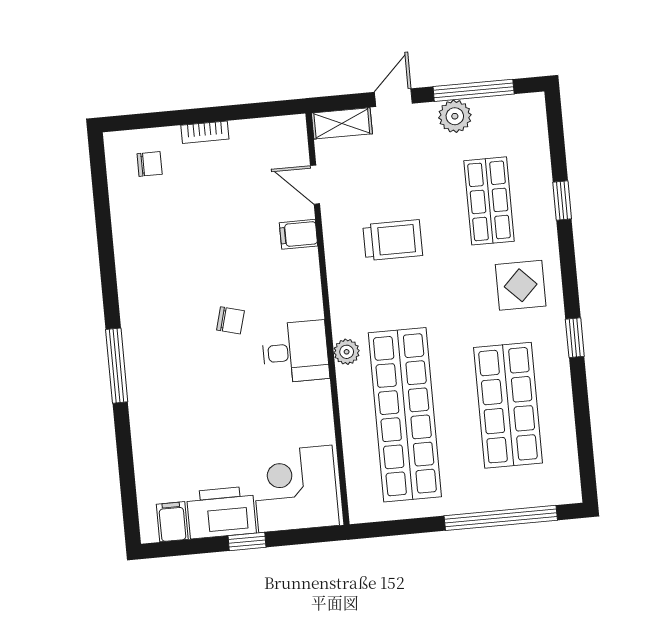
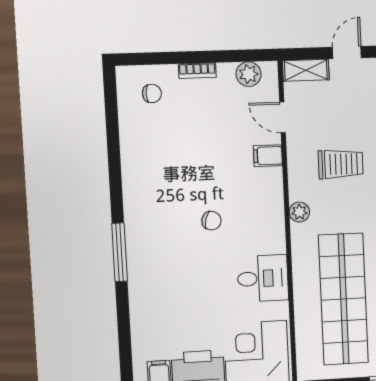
plant: (269, 133) -> (249, 74), added
desk: (295, 352) -> (263, 278), moved
plant: (347, 352) -> (299, 212), moved

